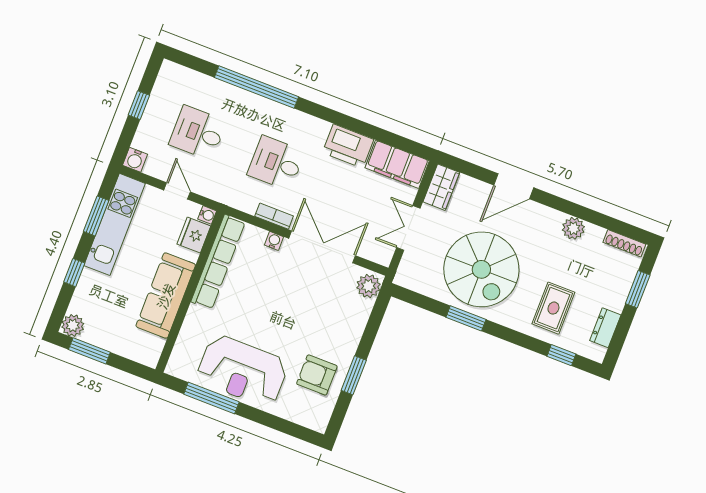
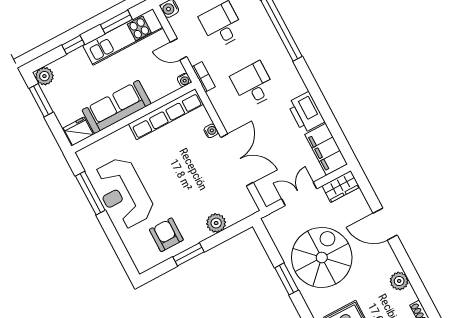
door: (177, 191) -> (179, 49), swing flipped
bookcase: (274, 216) -> (203, 77), moved
fridge: (194, 235) -> (78, 131), moved
spiral stairs: (481, 269) -> (322, 257), turned 180
plant: (368, 286) -> (216, 223), moved

